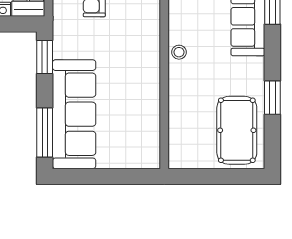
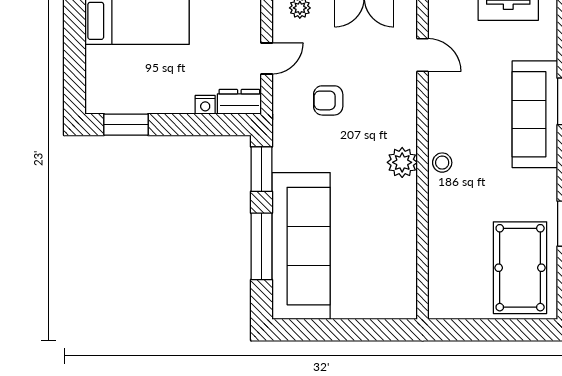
plant: (149, 52) -> (402, 162), added
window: (45, 132) -> (261, 246), moved

